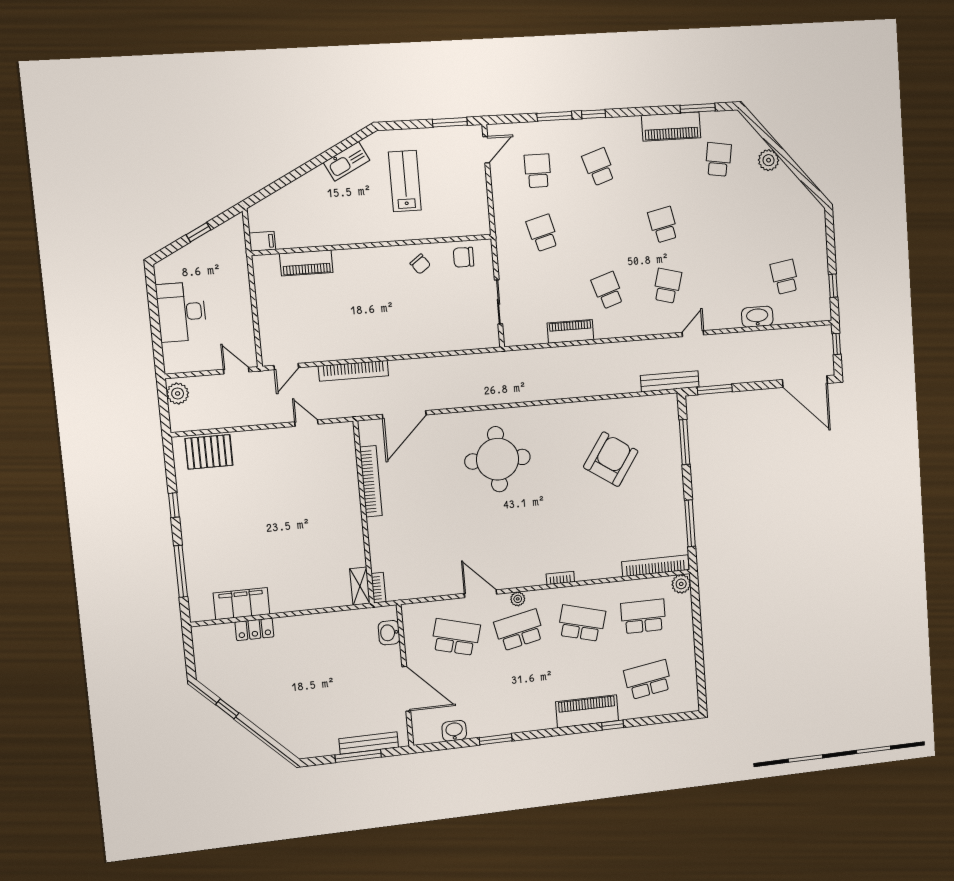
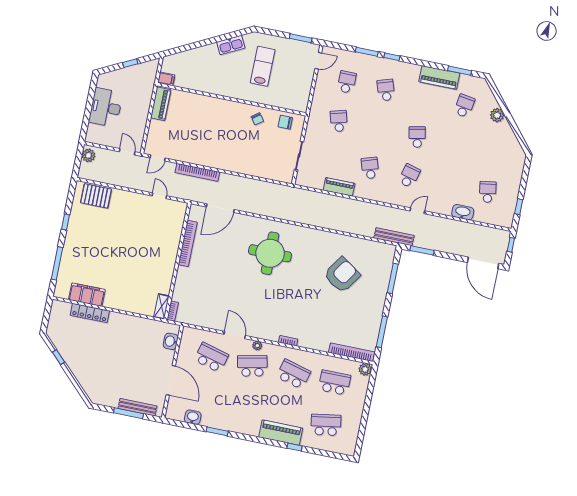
piano: (306, 263) -> (161, 104), moved, turned -90
locker: (254, 629) -> (90, 313), width x1.53

